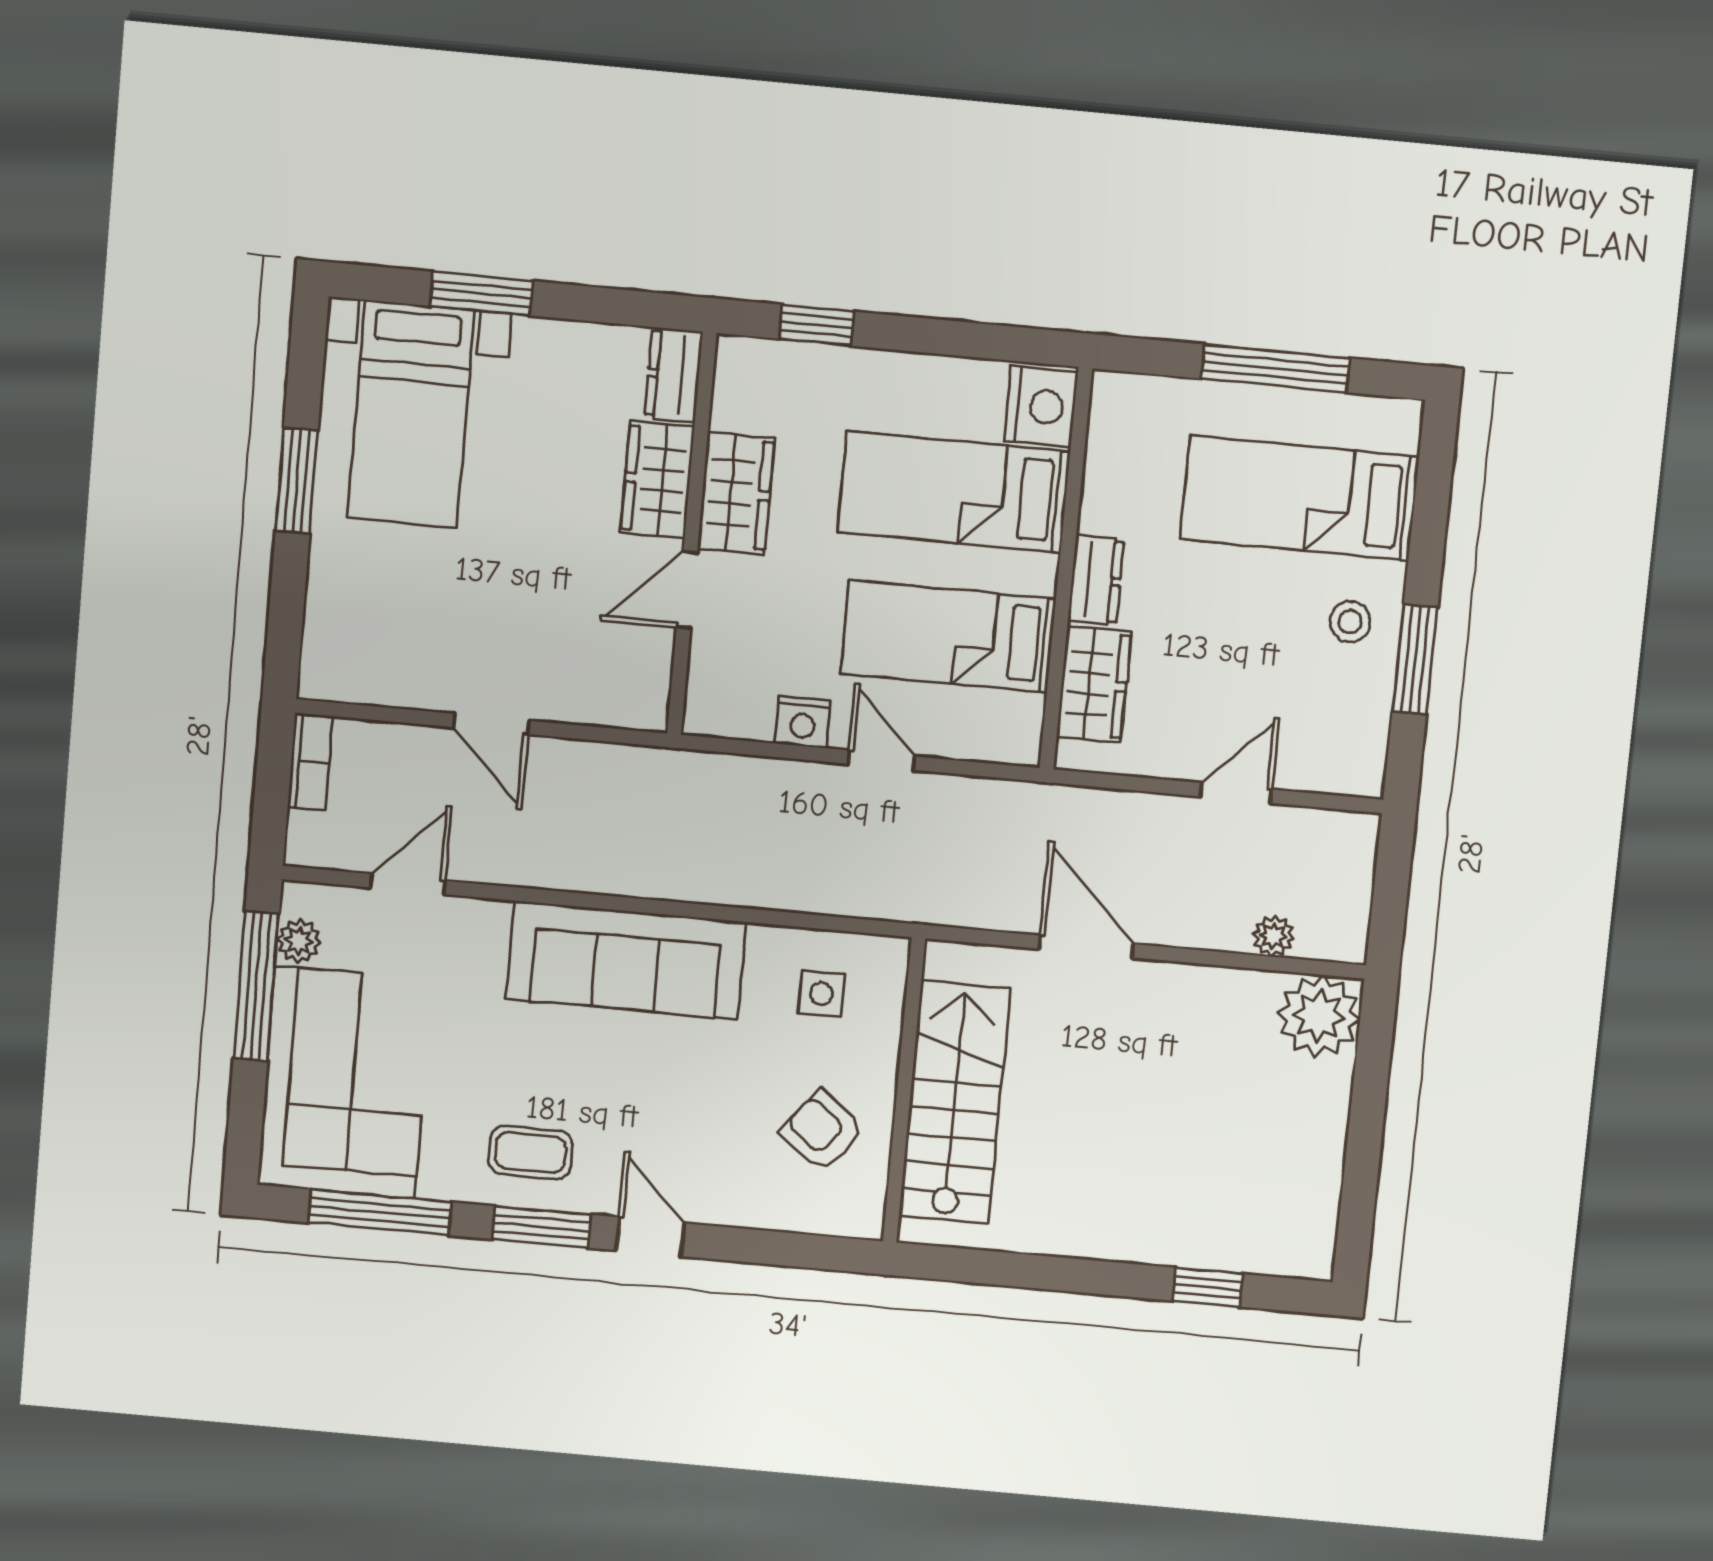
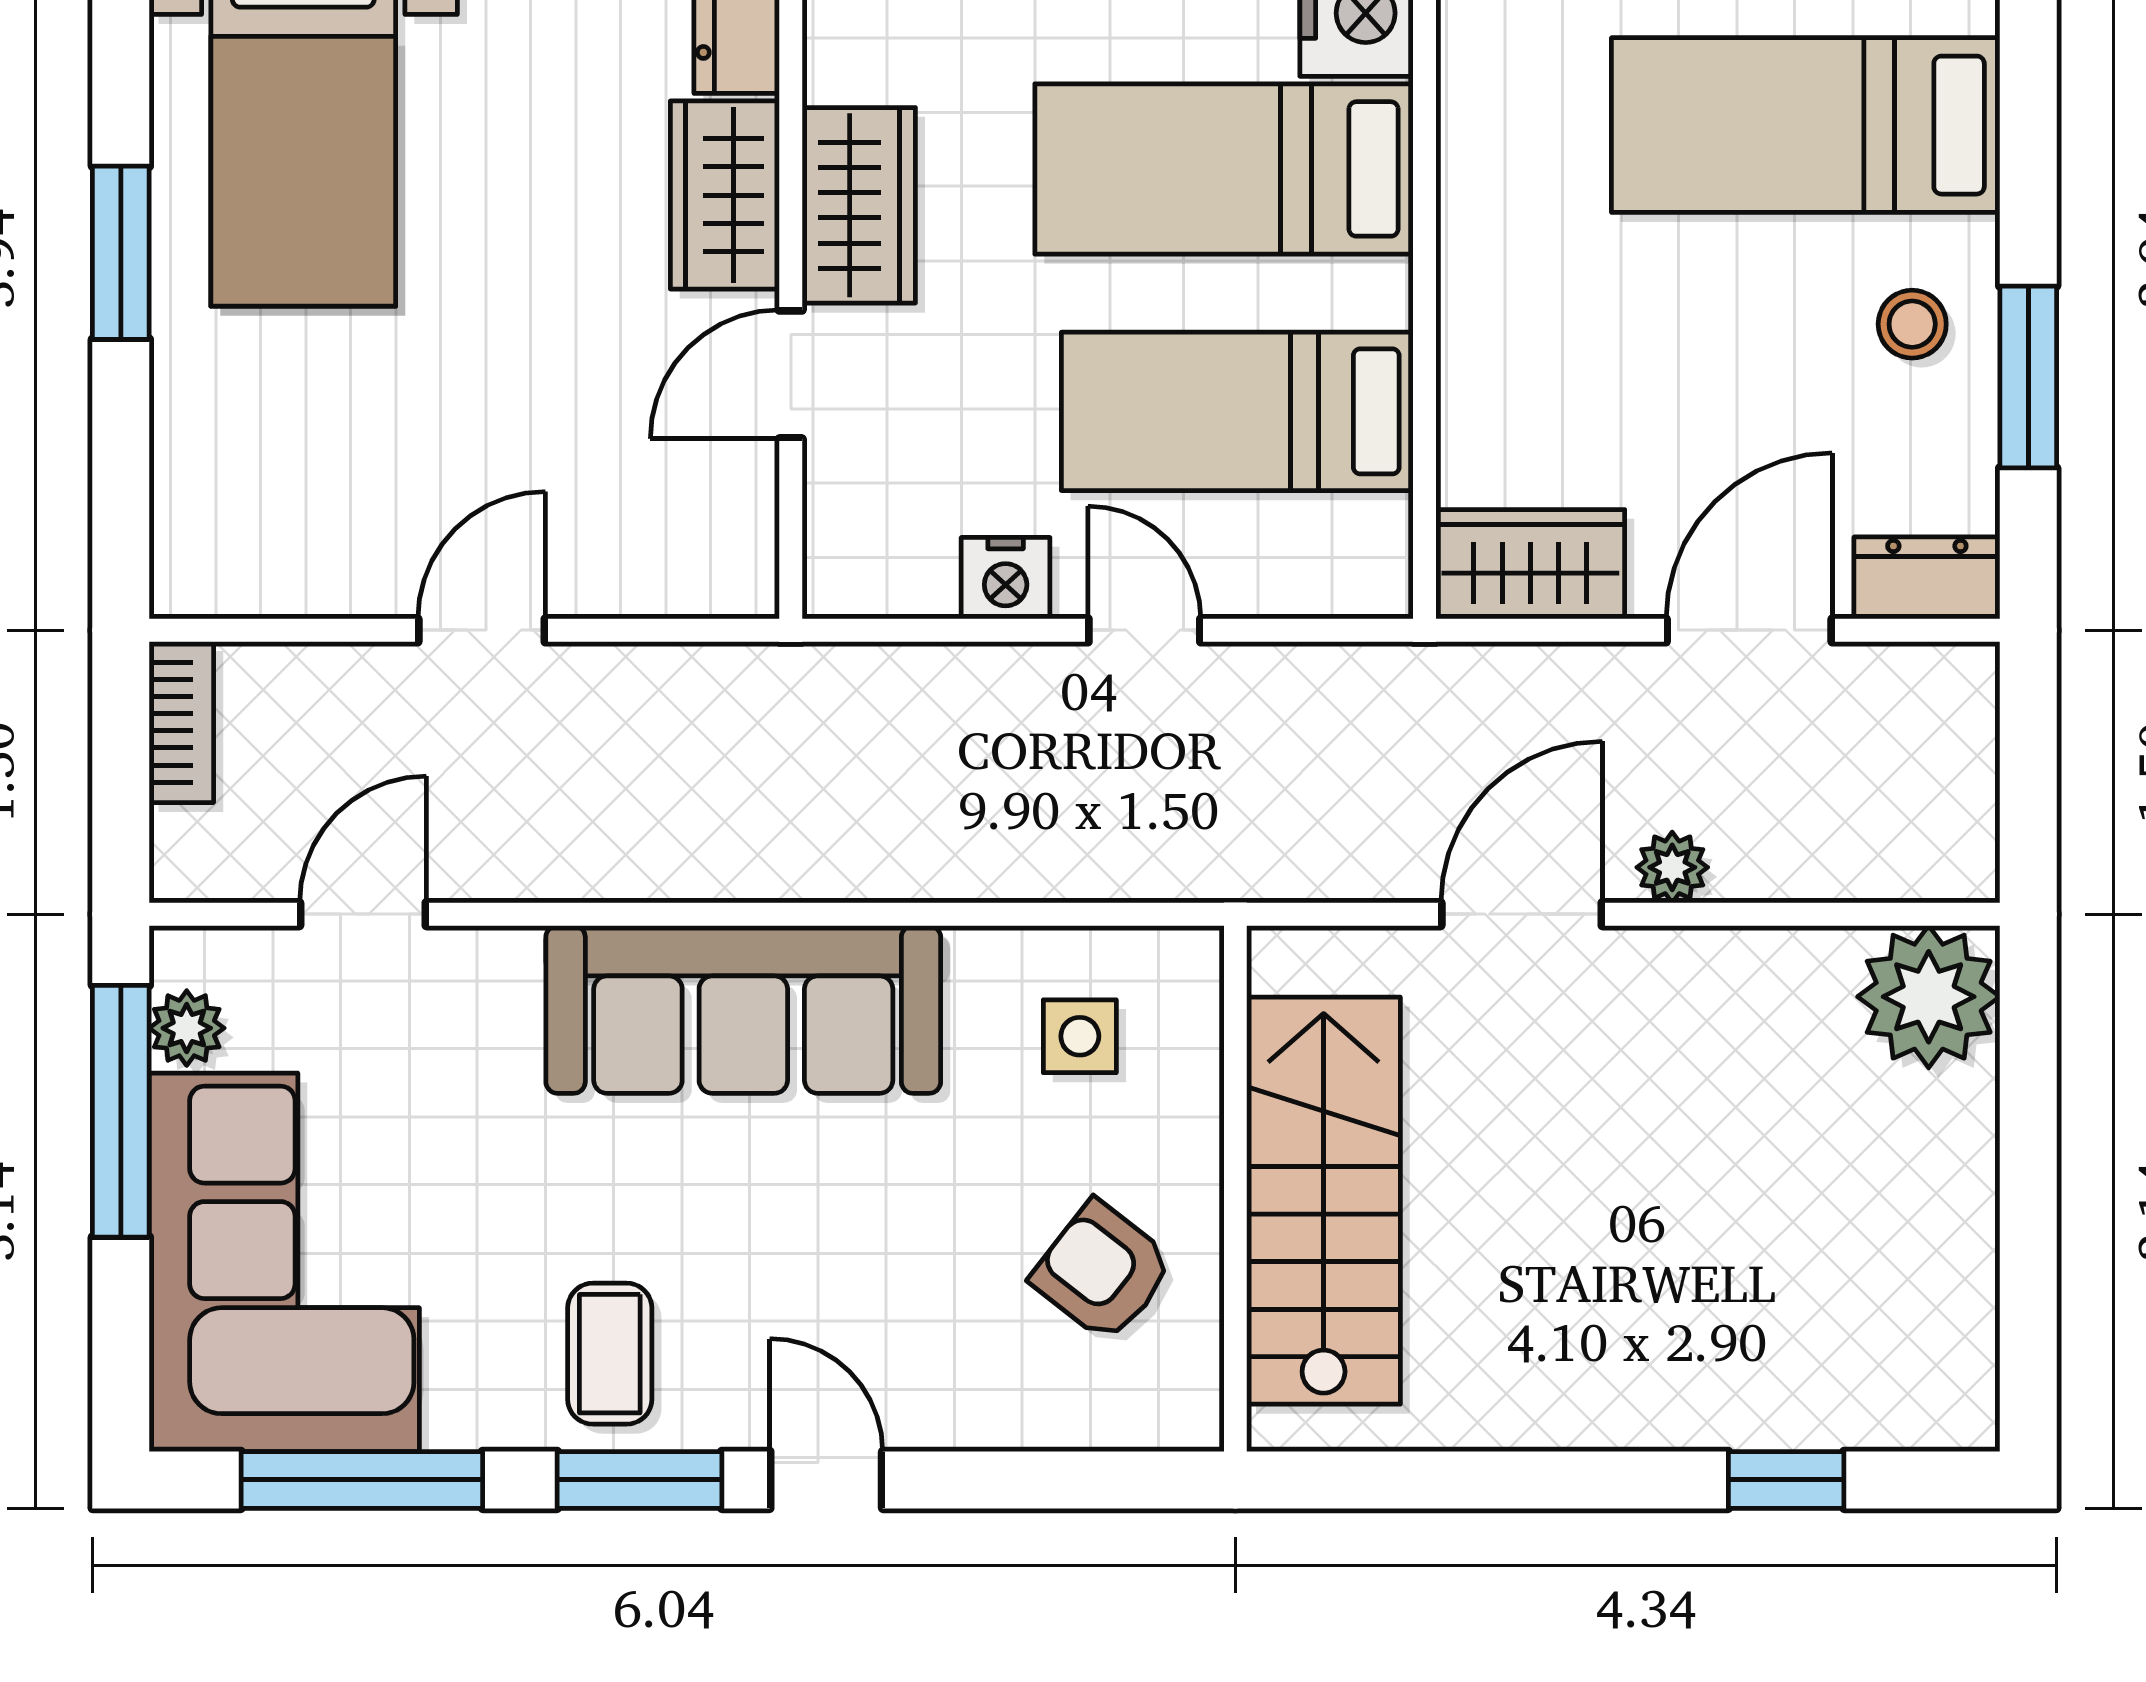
dresser: (1096, 580) -> (1927, 578), moved, turned -90
wardrobe: (1094, 684) -> (1530, 564), moved, turned -90
door: (491, 724) -> (482, 630), swing flipped
door: (1236, 793) -> (1749, 630), width x1.38
plant: (1273, 936) -> (1672, 867), moved
door: (1086, 946) -> (1522, 914), hinge flipped
coffee table: (531, 1153) -> (610, 1354), turned 90

